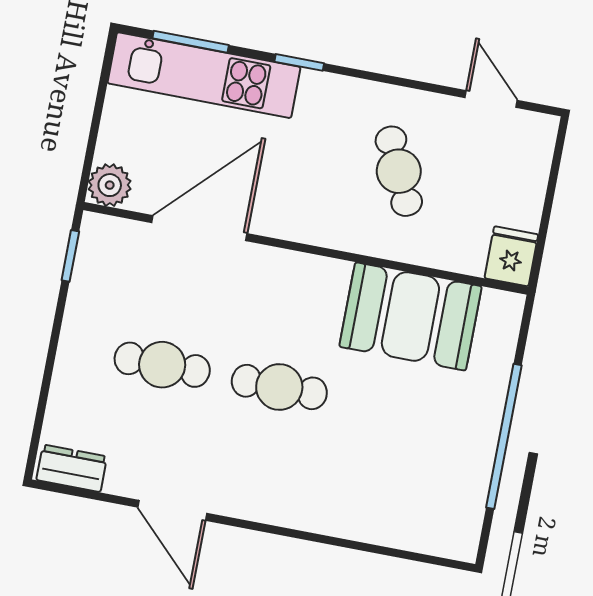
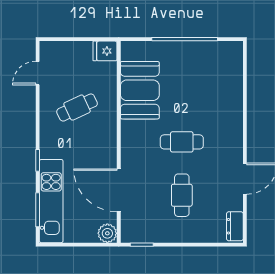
cafe table: (279, 387) -> (182, 142), turned 90

